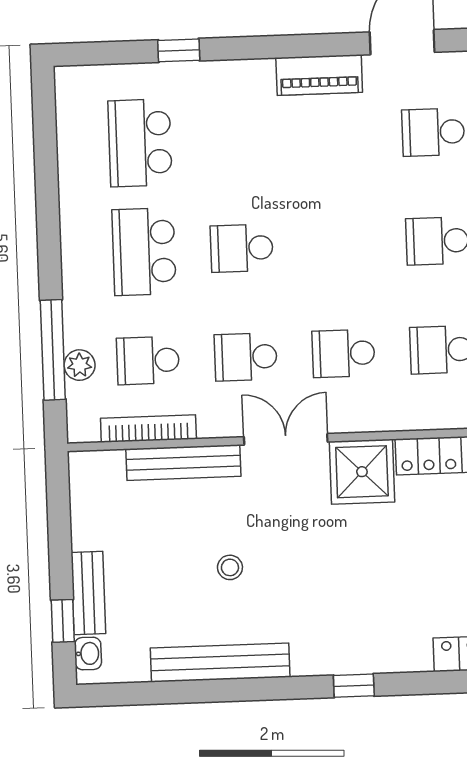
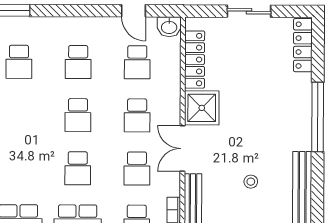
school desk: (339, 245) -> (78, 115), added
window: (354, 686) -> (318, 117), width x3.17

